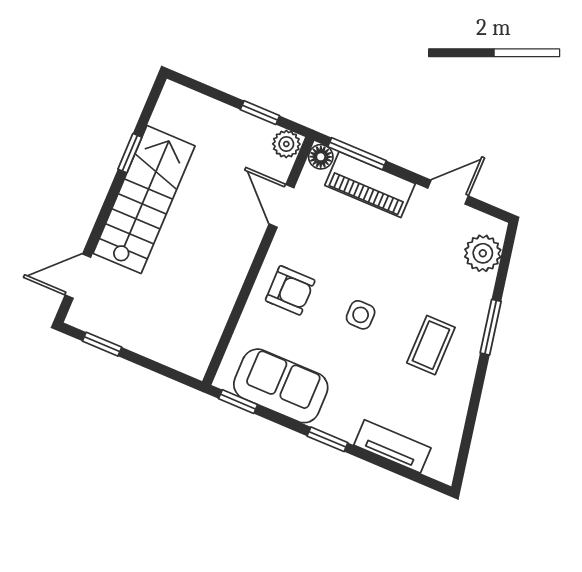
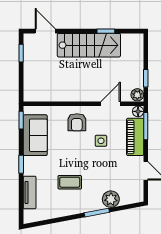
plant: (483, 253) -> (111, 199), moved
side table: (361, 315) -> (101, 141), moved
coffee table: (431, 345) -> (70, 182), moved

